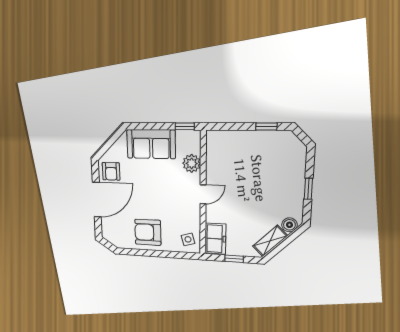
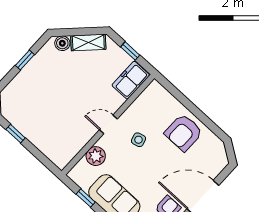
window: (185, 126) -> (86, 198), moved
armchair: (148, 232) -> (184, 133), turned 90
side table: (188, 239) -> (138, 140), moved

